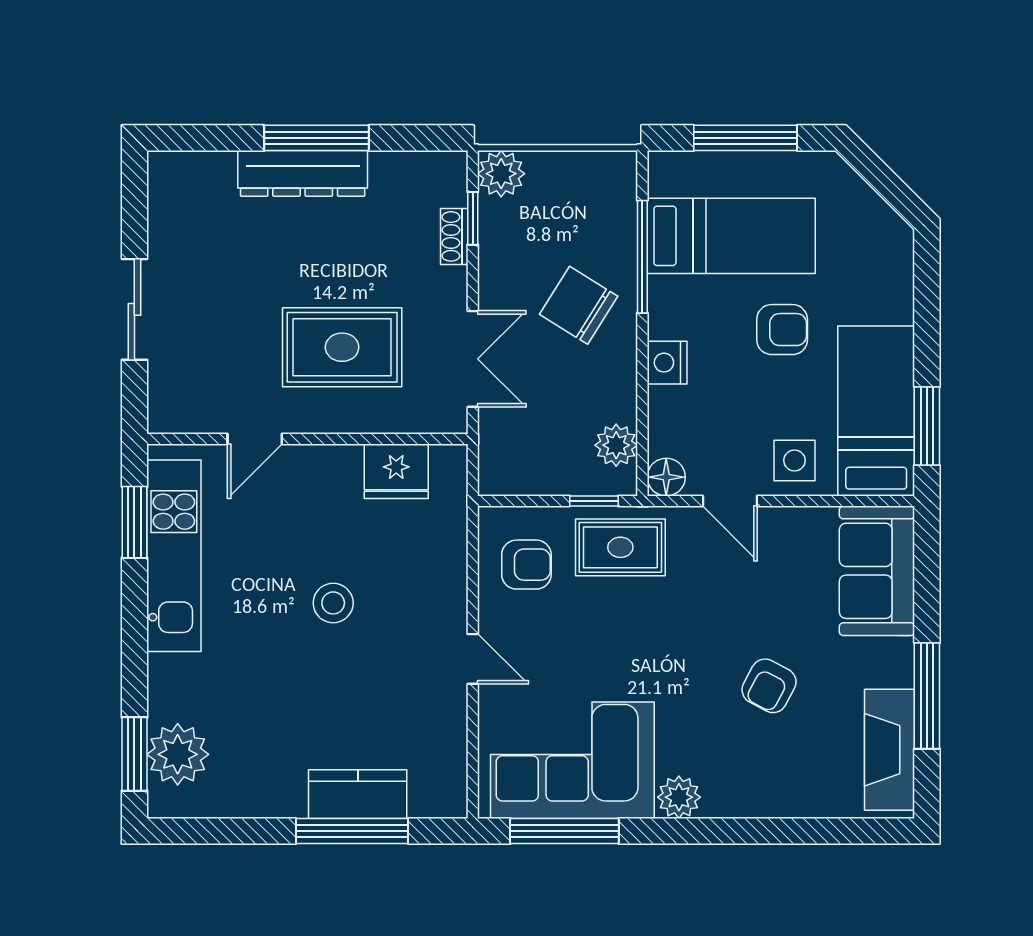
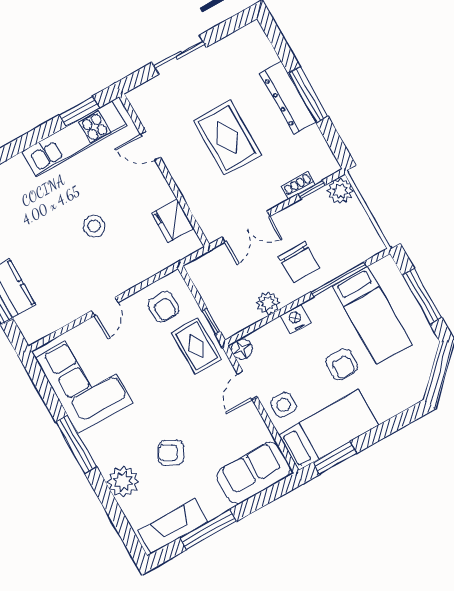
chair: (579, 305) -> (299, 262), turned 148
rug: (342, 347) -> (227, 138), moved
plant: (616, 445) -> (268, 303), moved
plant: (679, 797) -> (123, 482), moved, width x1.36, depth x1.36
window: (564, 831) -> (76, 444), moved

